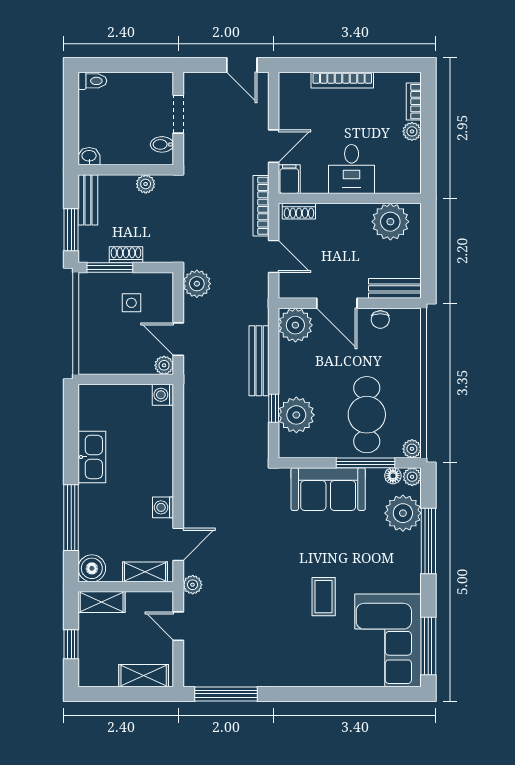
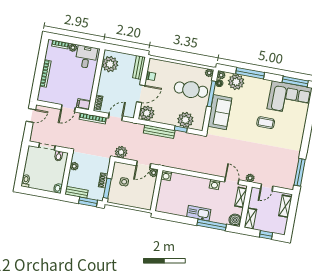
door: (274, 146) -> (68, 108), swing flipped
desk: (352, 169) -> (86, 57), moved, turned -90
kitchen sink: (92, 457) -> (199, 213), moved

